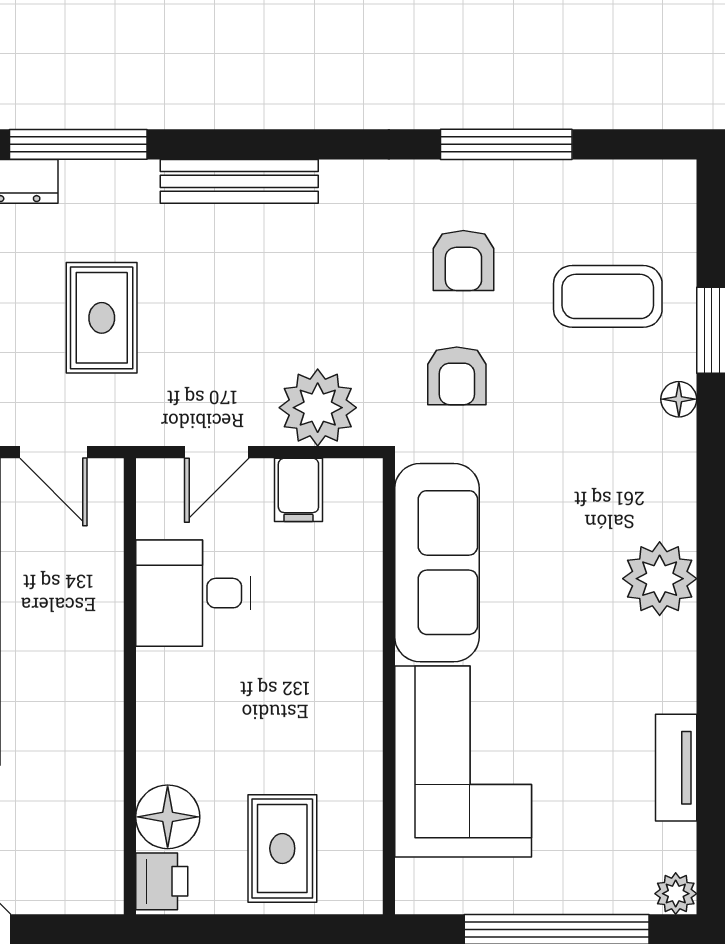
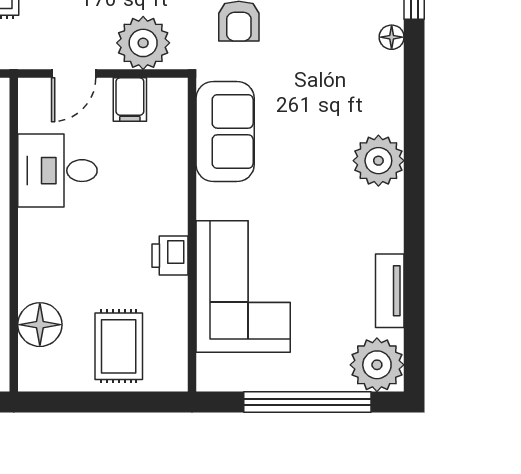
sofa: (437, 563) -> (225, 131), width x0.73
printer: (162, 881) -> (170, 256), moved, turned 180
plant: (676, 894) -> (377, 365), width x1.88, depth x1.88

